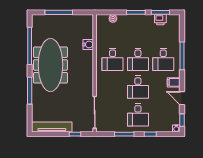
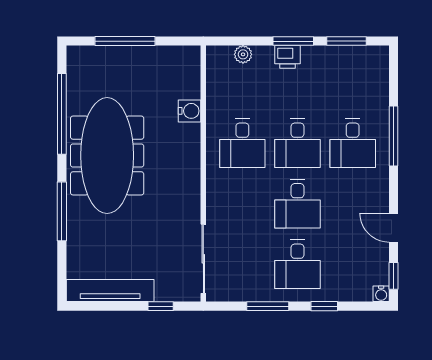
printer: (160, 20) -> (288, 57), moved
filing cabinet: (174, 82) -> (375, 193), removed

